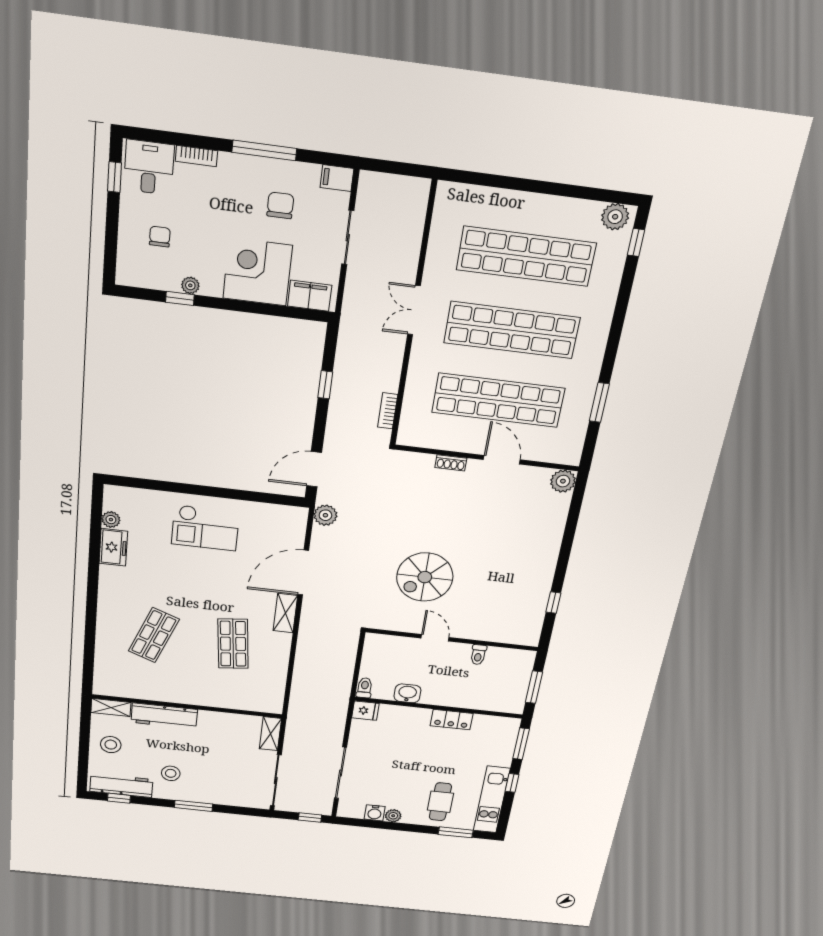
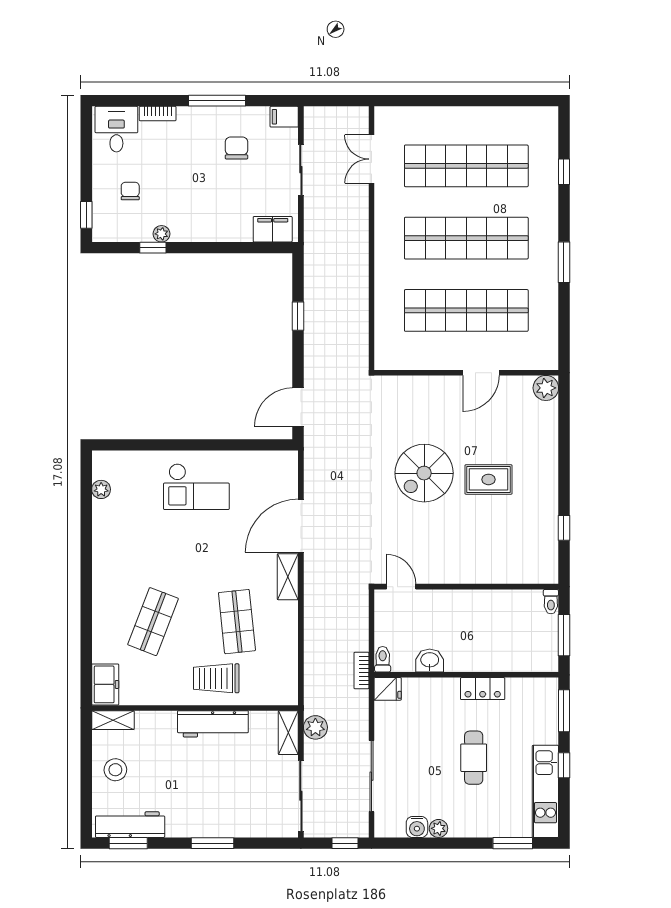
window: (114, 177) -> (86, 215), moved
plant: (615, 217) -> (540, 119), removed
window: (636, 242) -> (564, 172), moved
corner desk: (258, 272) -> (222, 213), removed
double door: (414, 310) -> (371, 159), moved
window: (599, 402) -> (564, 262), moved
bookcase: (388, 411) -> (361, 670), moved
door: (502, 460) -> (481, 373), swing flipped
shoe rack: (451, 463) -> (432, 383), removed
plant: (325, 515) -> (315, 727), moved
freezer: (113, 547) -> (105, 684), moved
rug: (490, 554) -> (489, 479), added
spiral stairs: (425, 577) -> (424, 473), moved
door: (435, 638) -> (401, 587), moved
toilet: (478, 655) -> (551, 602), moved
trolley: (209, 686) -> (216, 678), added
workbench: (164, 716) -> (213, 724), moved
stool: (171, 773) -> (184, 801), removed
window: (119, 798) -> (128, 843), width x1.50
cafe table: (440, 802) -> (474, 758), moved

